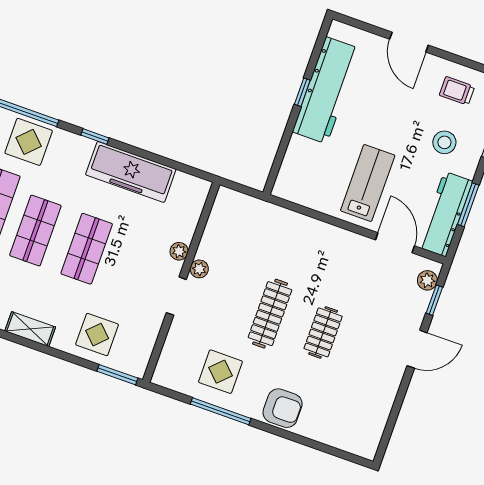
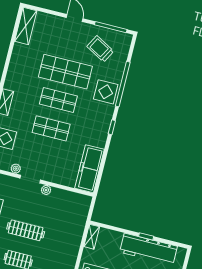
freezer: (131, 172) -> (90, 169), moved
shelving: (293, 193) -> (92, 237), added
plant: (179, 251) -> (16, 169), moved

